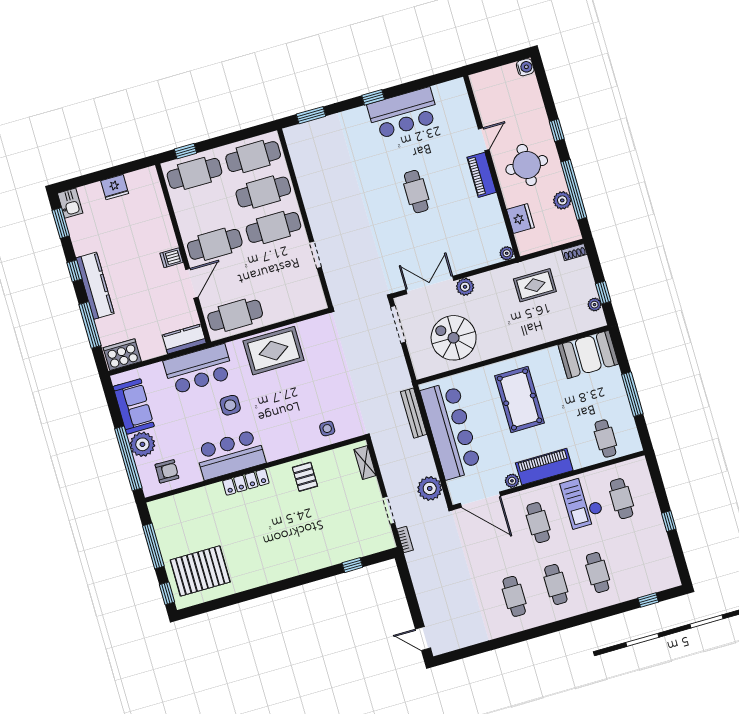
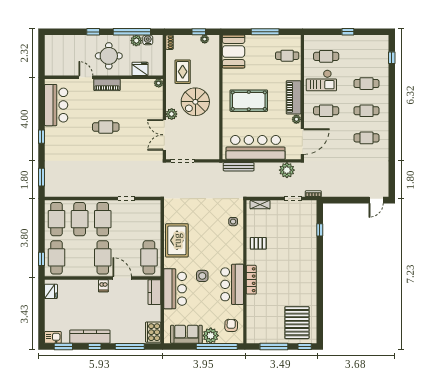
water cooler: (525, 67) -> (148, 40), moved
bar counter: (403, 113) -> (56, 105), moved
fridge: (115, 187) -> (51, 291), moved
kitchen counter: (95, 286) -> (90, 337), moved
spiral stairs: (454, 338) -> (195, 102), moved

